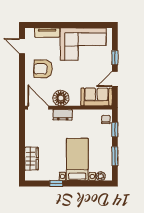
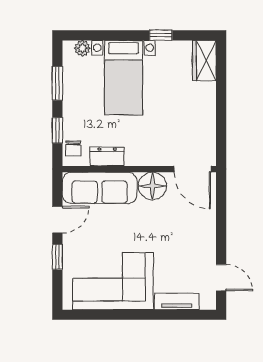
armchair: (43, 69) -> (184, 237), removed
sofa: (96, 97) -> (100, 188), width x1.36
dresser: (63, 115) -> (107, 157), moved
wardrobe: (32, 159) -> (204, 61), moved

